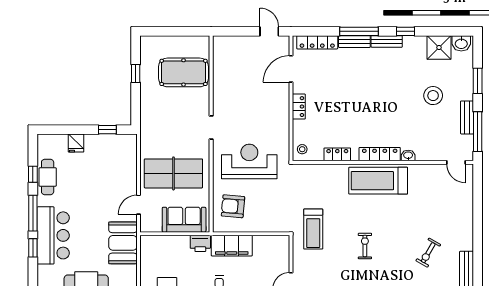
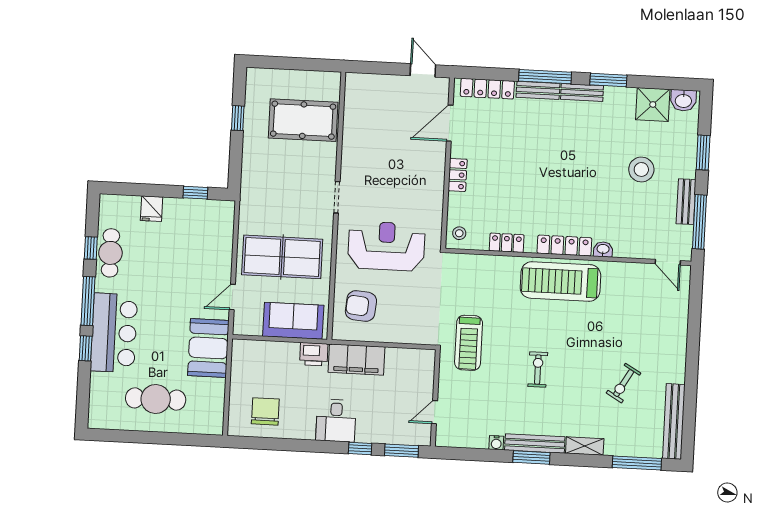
window: (406, 31) -> (608, 80), width x1.50

